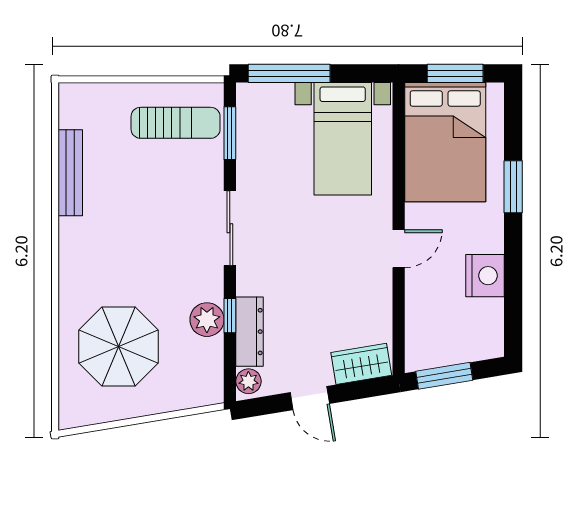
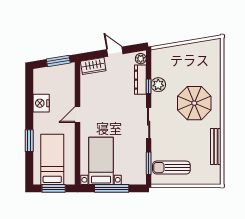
window: (289, 73) -> (112, 188), moved
bed: (445, 142) -> (52, 159), width x0.67
parasol: (119, 346) -> (194, 103), moved

